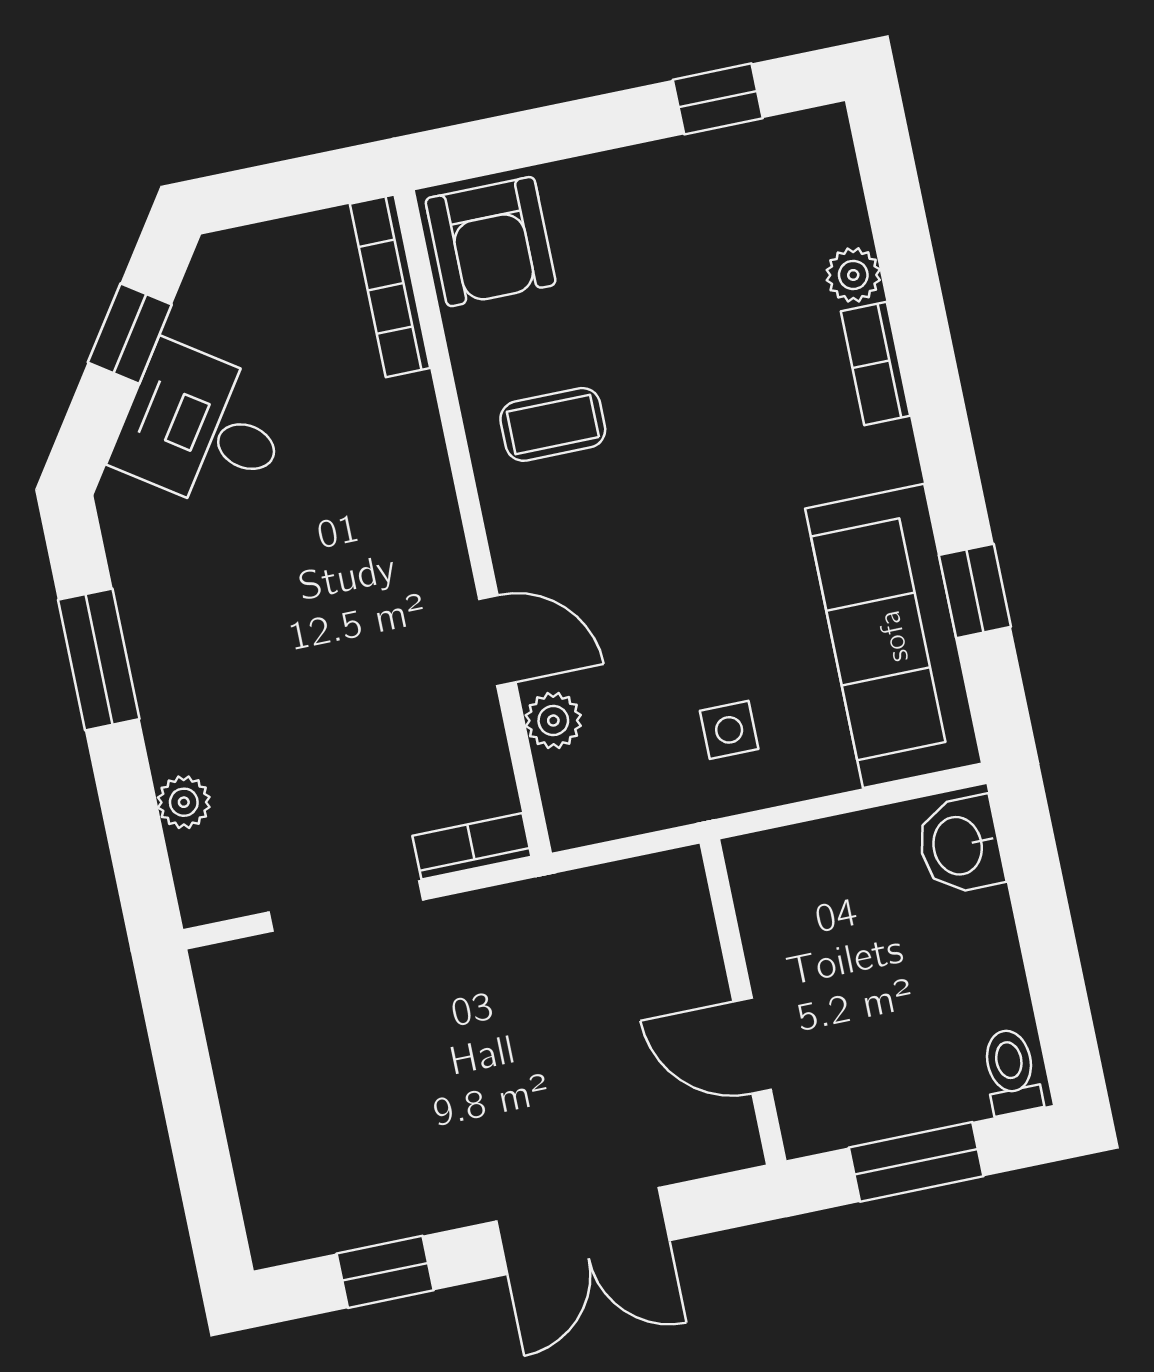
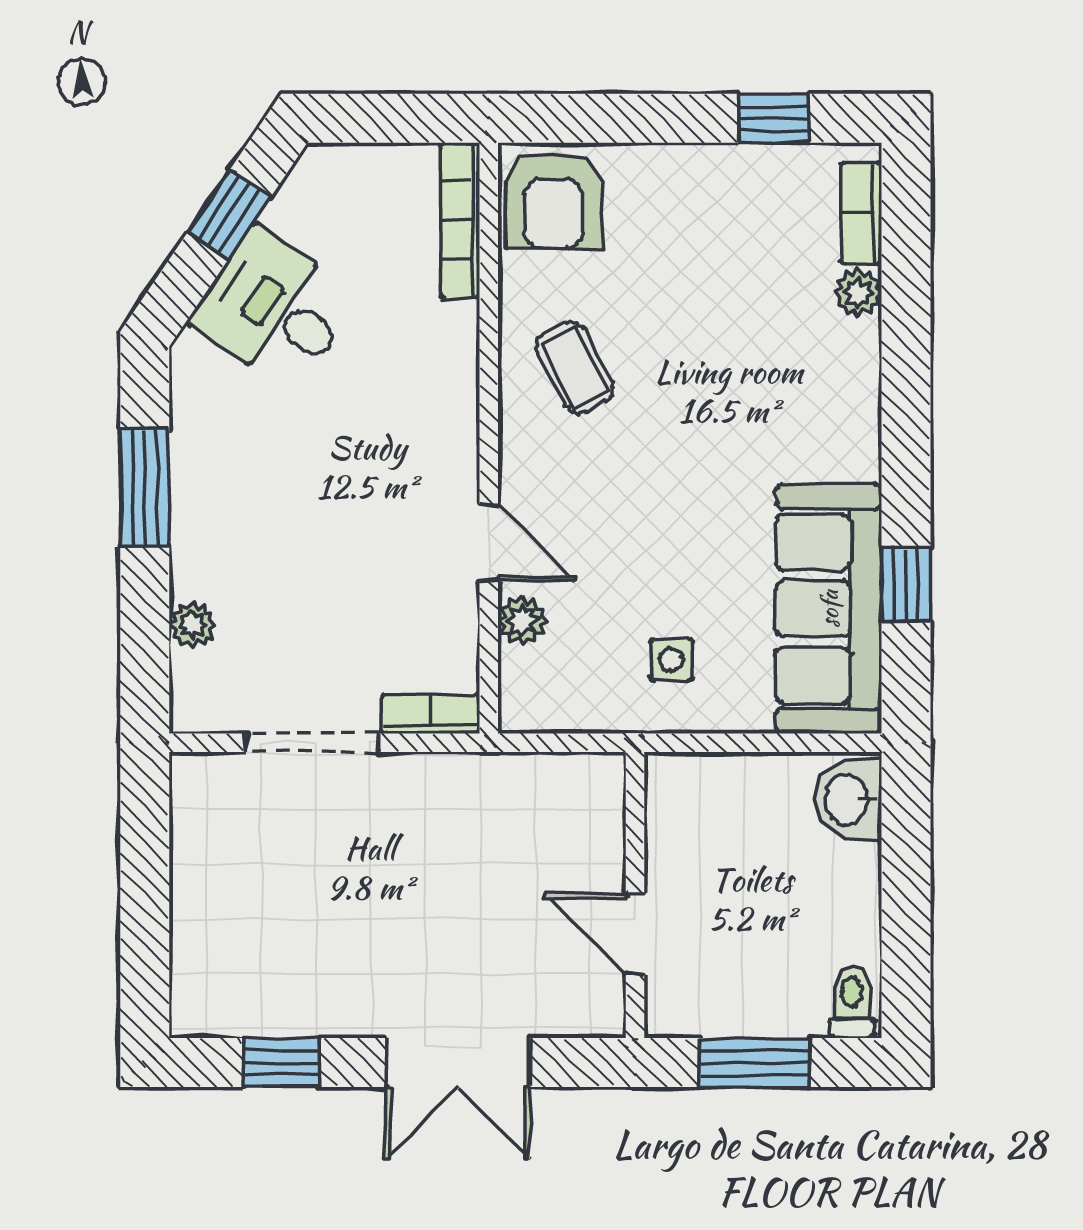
bookcase: (876, 363) -> (861, 213), moved
coffee table: (553, 424) -> (575, 367), turned 62

